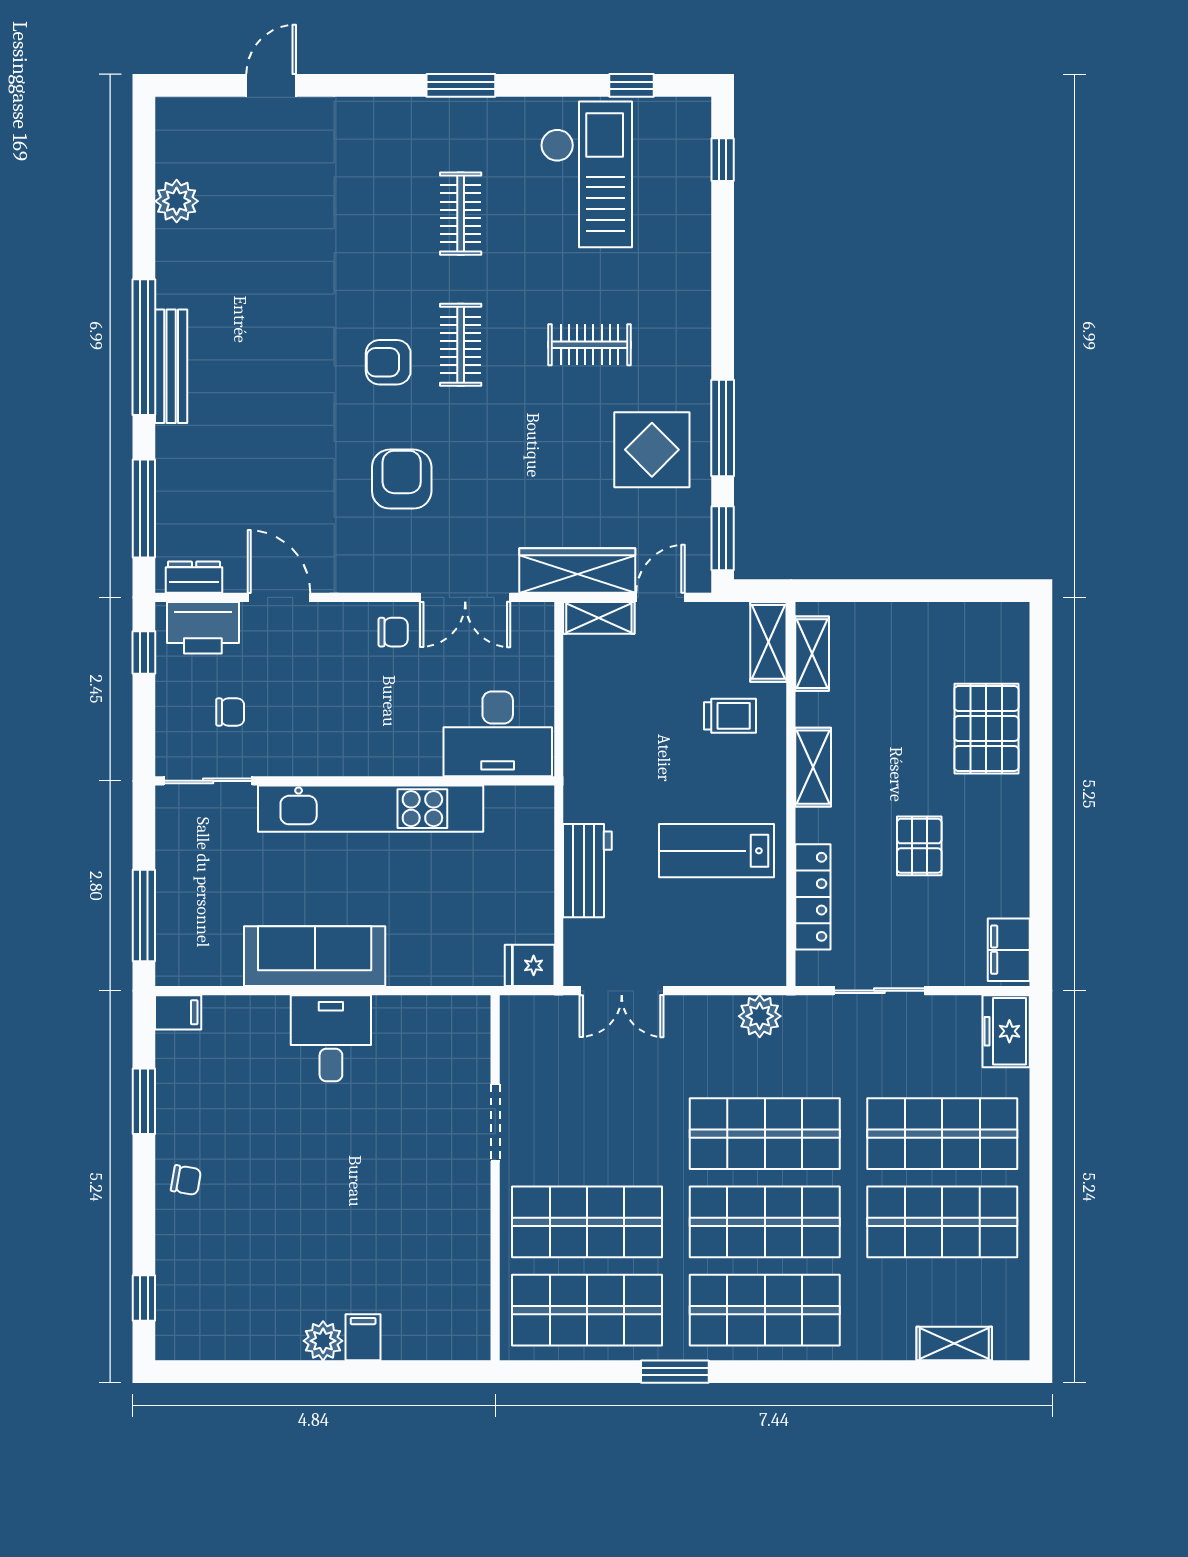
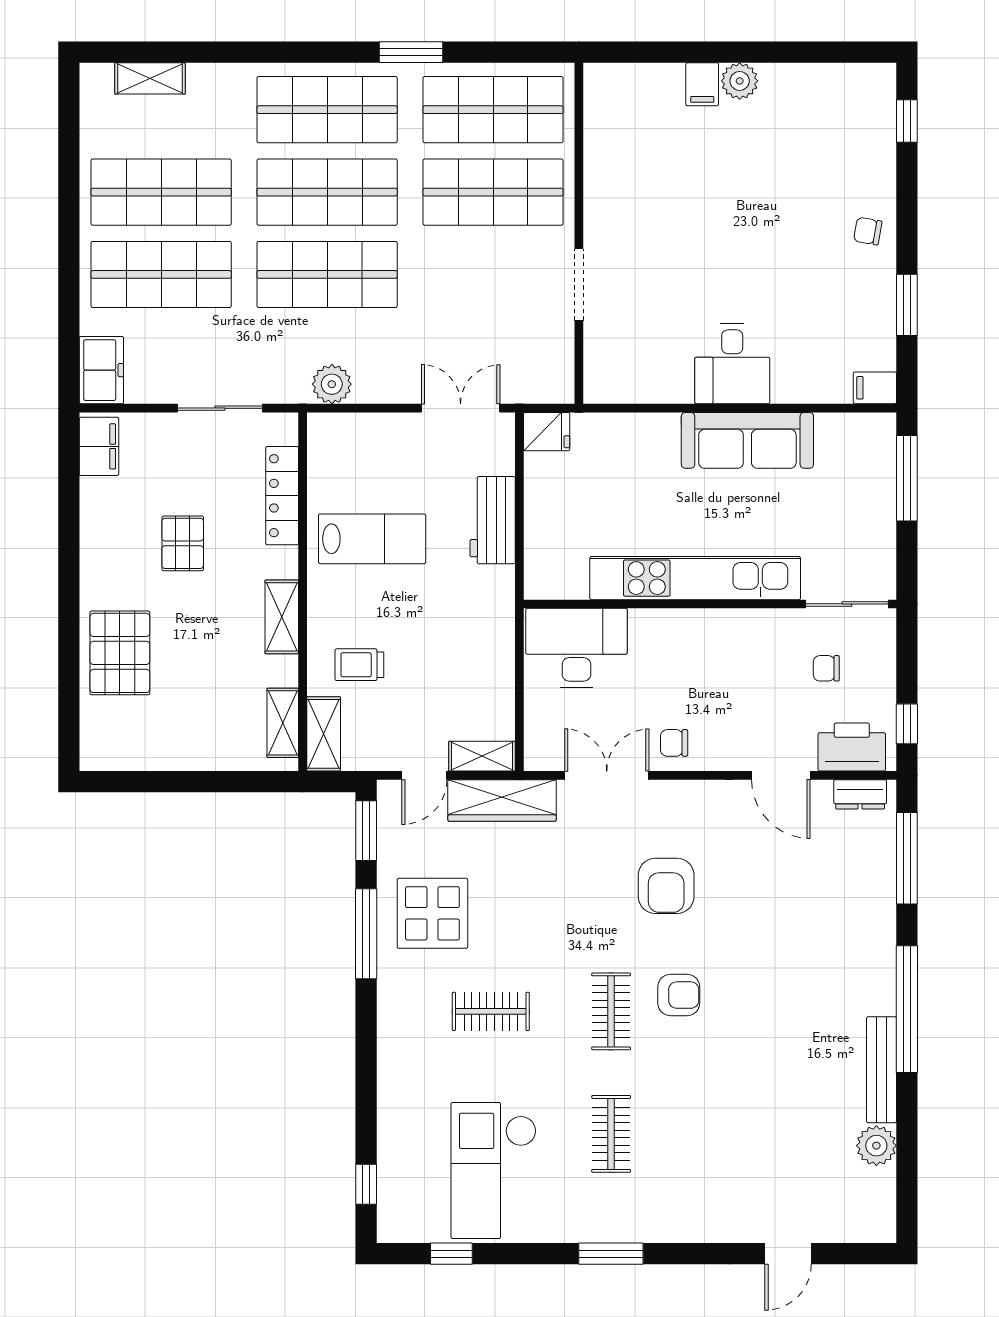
bench: (171, 366) -> (882, 1070), moved

